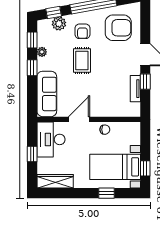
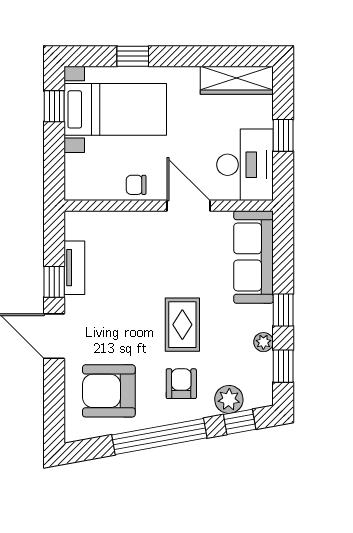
door: (79, 119) -> (188, 206), swing flipped

